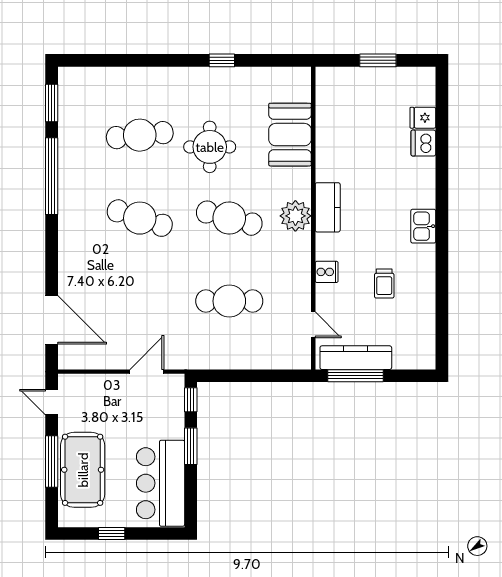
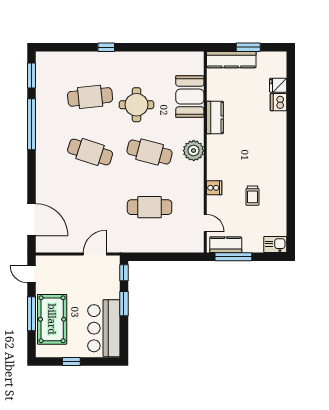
window: (222, 60) -> (106, 47), moved
kitchen counter: (352, 79) -> (231, 60), added
kitchen counter: (328, 207) -> (215, 118), moved
kitchen sink: (423, 226) -> (275, 244), moved, turned 90
kitchen counter: (356, 358) -> (226, 245), width x0.67

